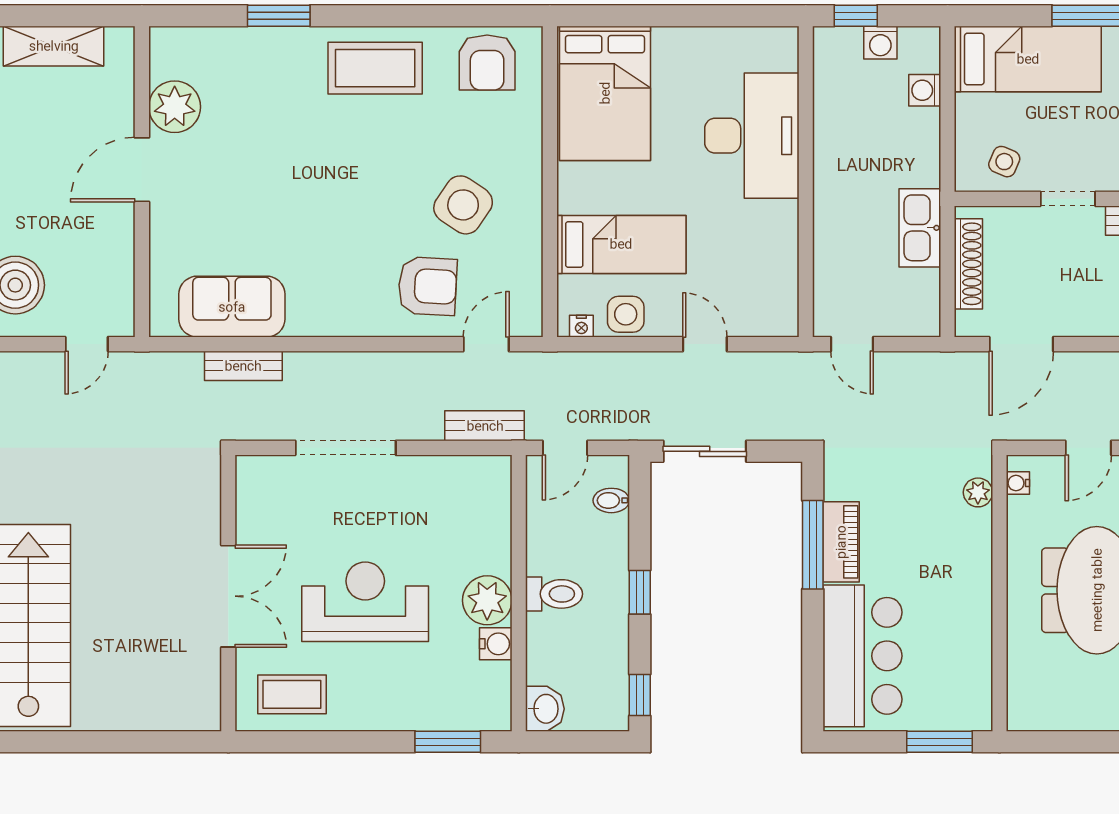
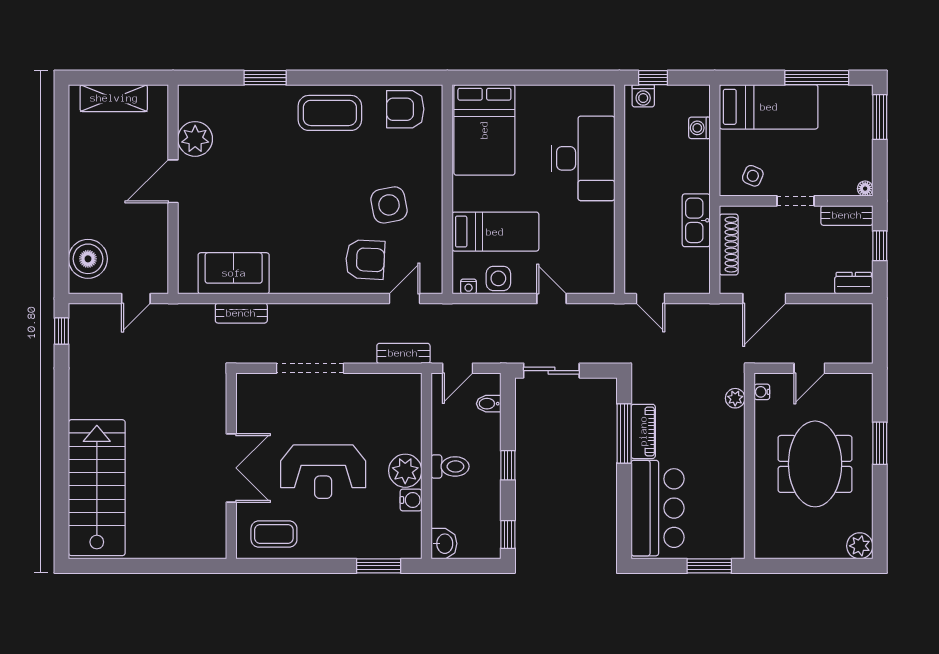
washing machine: (880, 43) -> (643, 96), moved
armchair: (487, 63) -> (405, 109), turned 90
side table: (463, 205) -> (389, 205), turned 45
reception desk: (365, 602) -> (323, 472), turned 180

